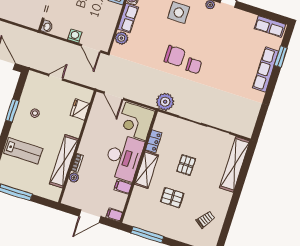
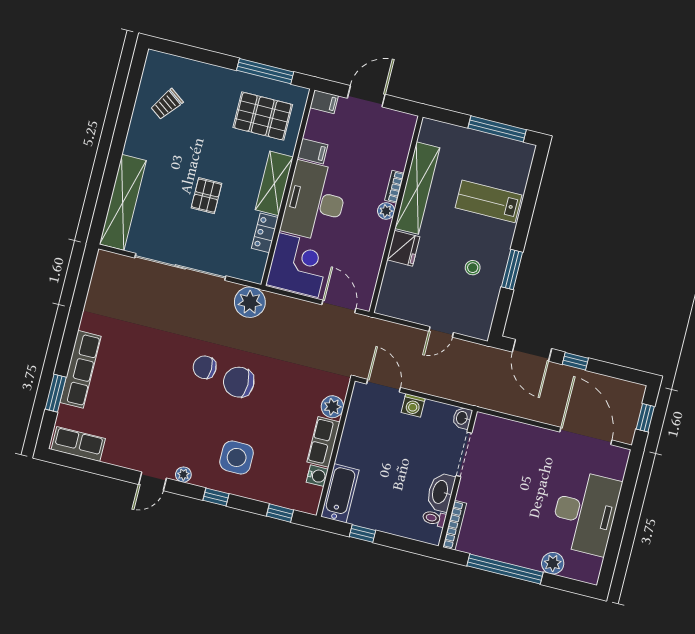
fridge: (80, 109) -> (403, 248), moved
plant: (74, 177) -> (386, 211), moved
pallet: (172, 198) -> (263, 116), moved, width x1.50, depth x1.42

